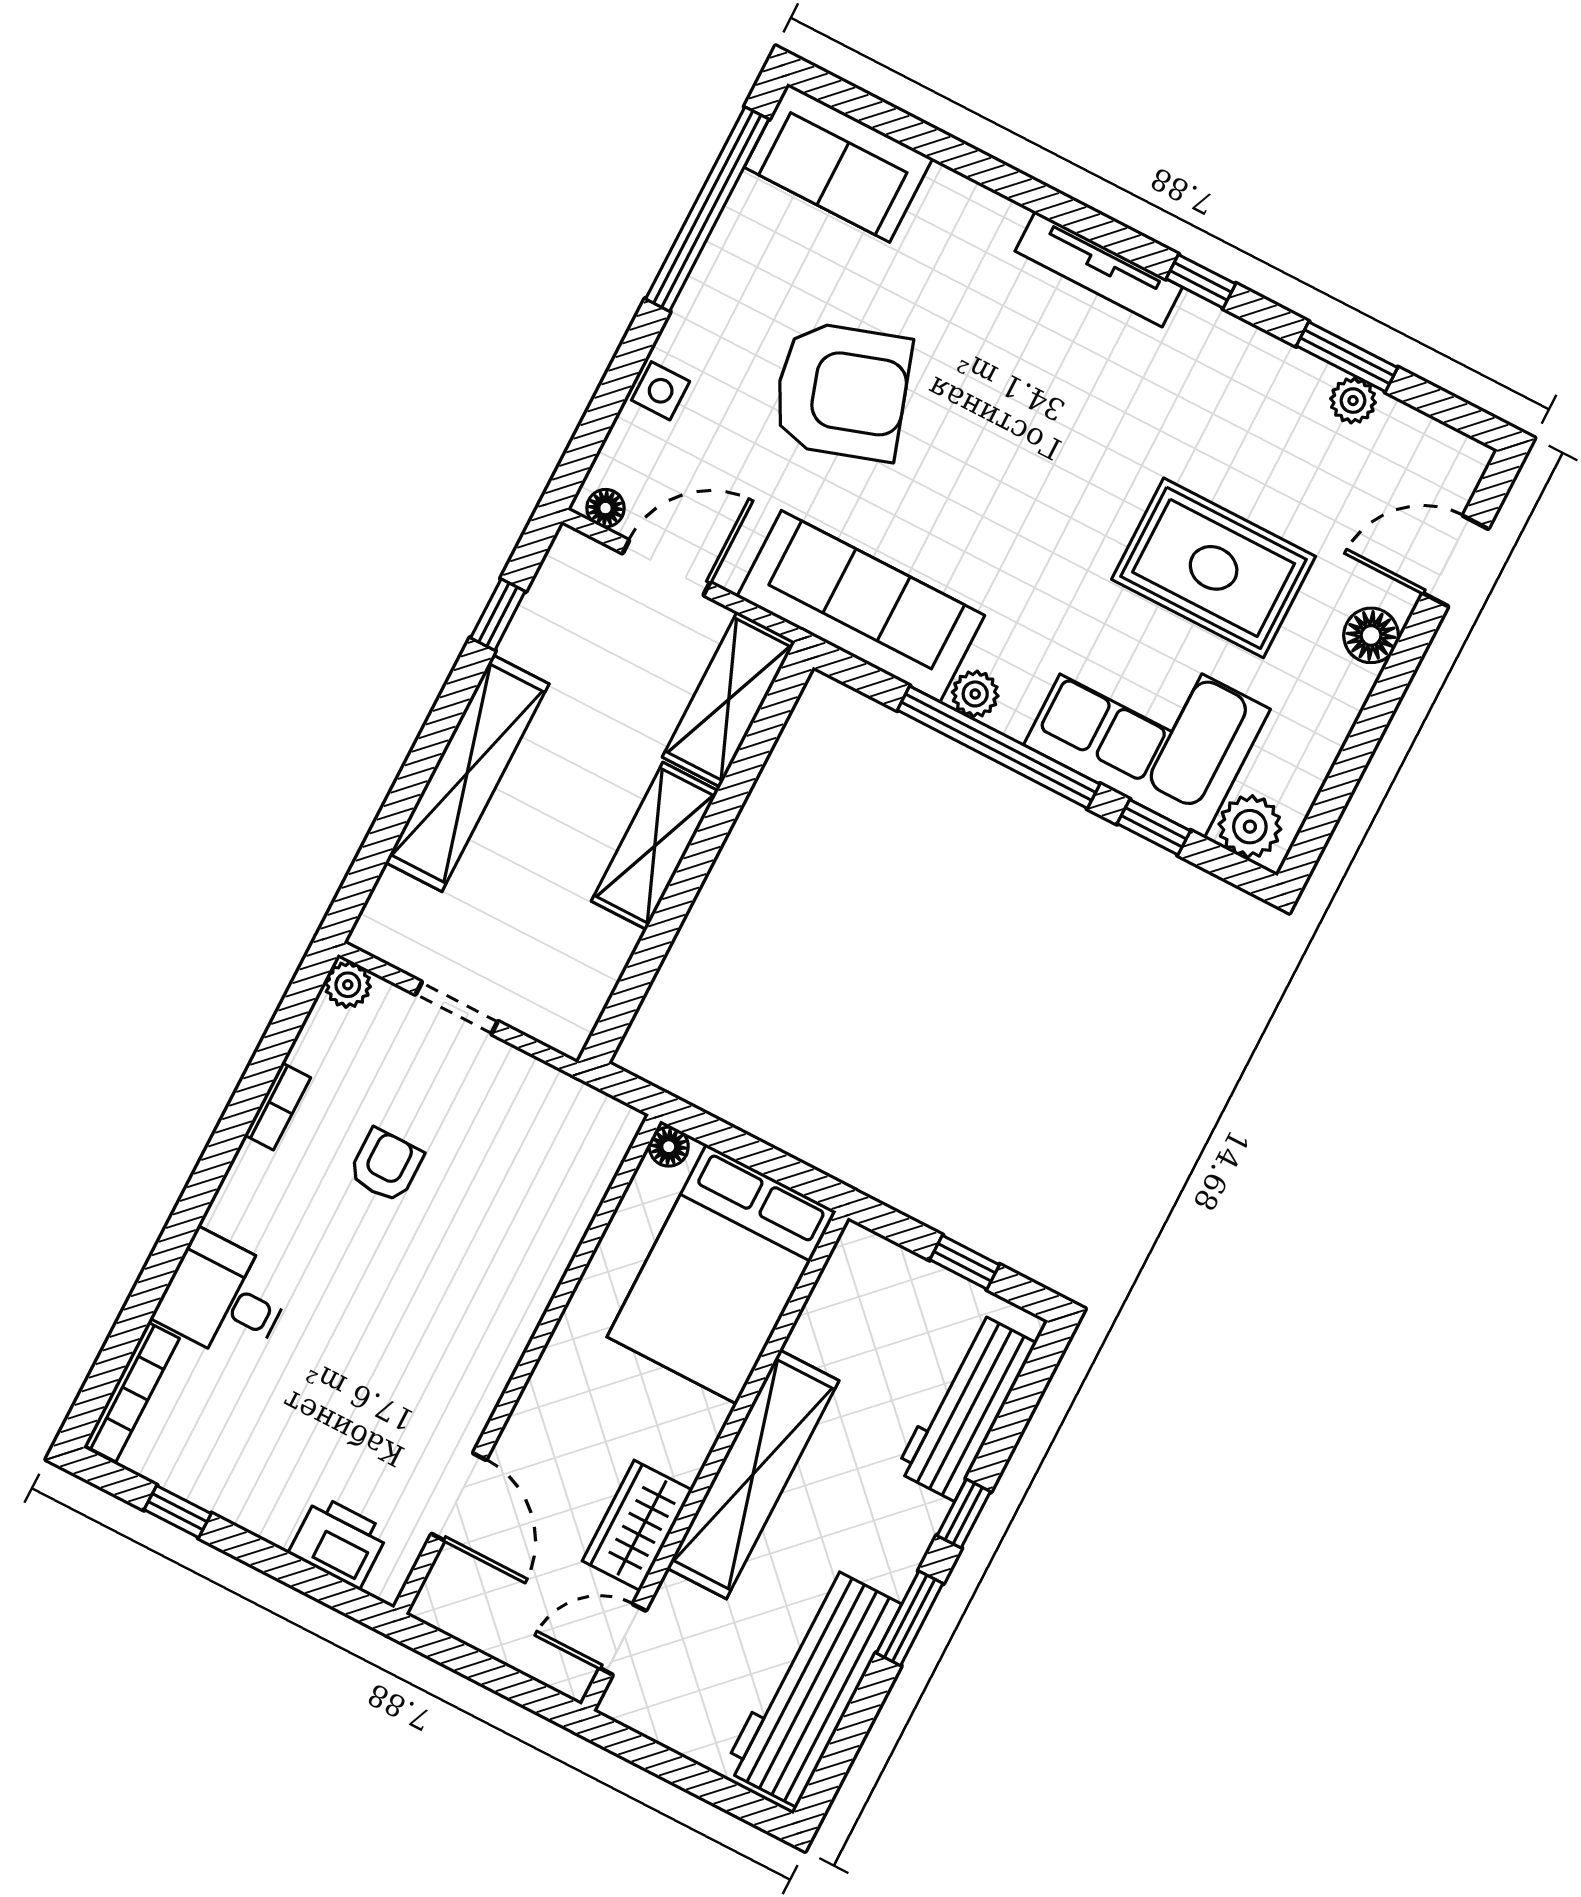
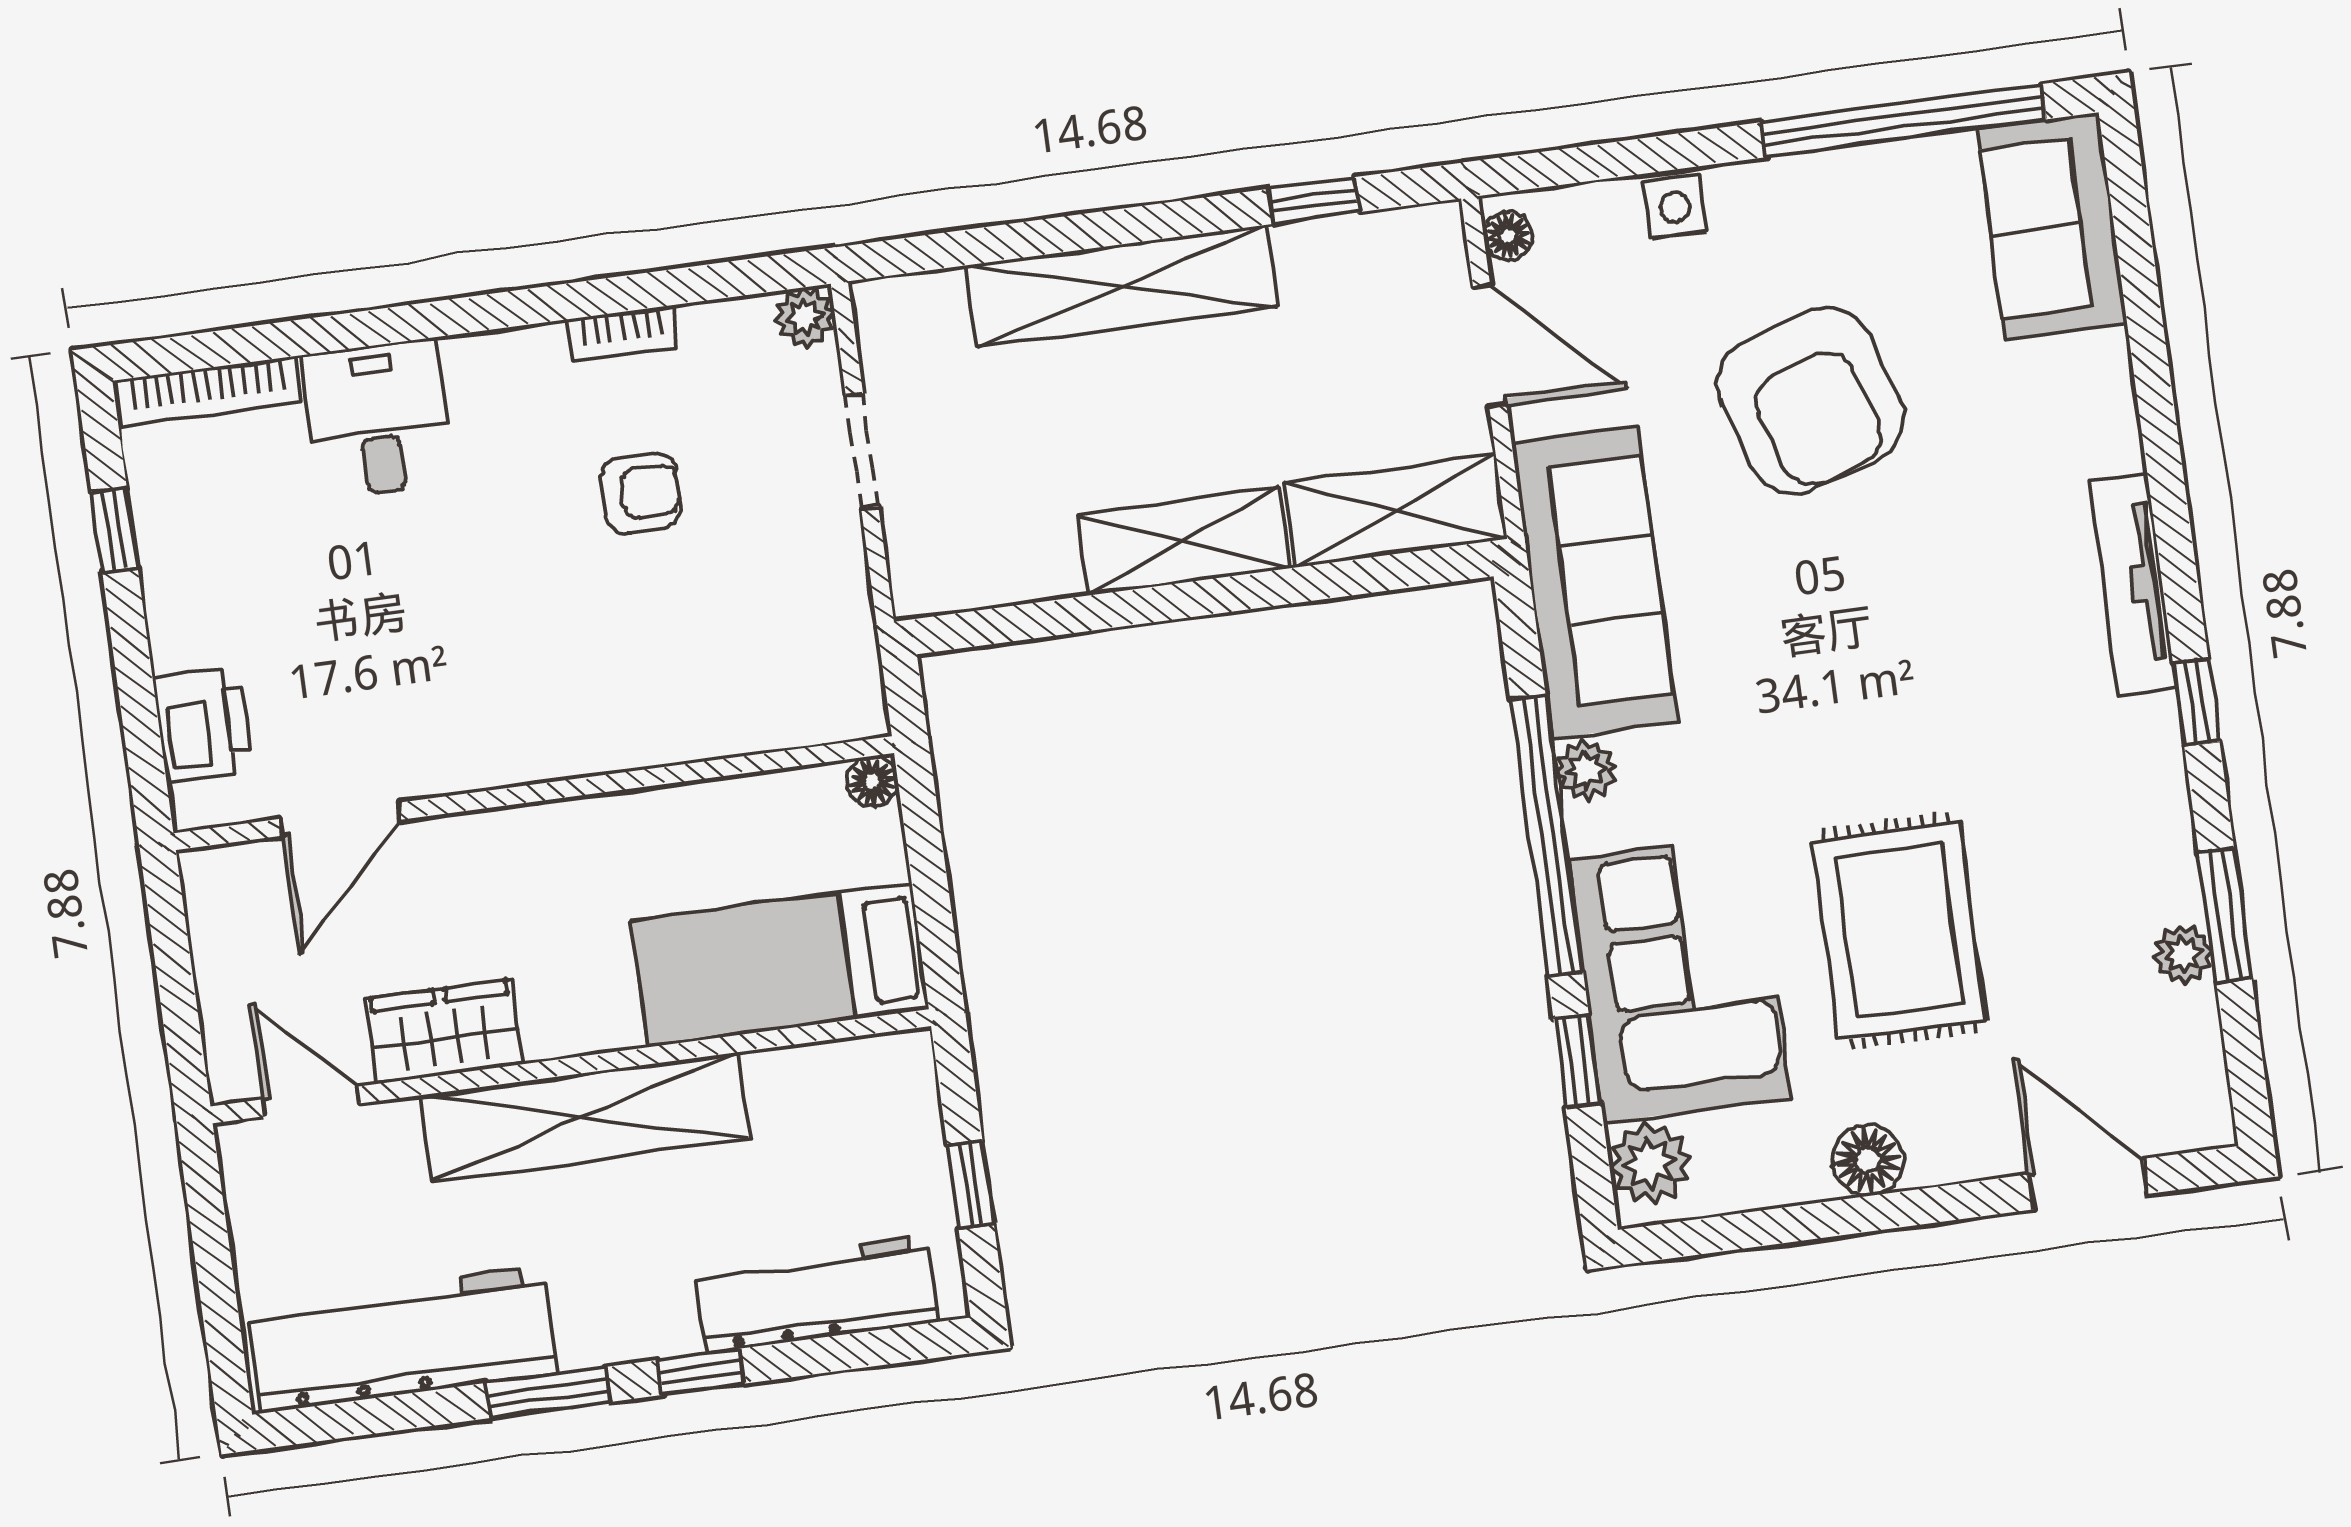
floor lamp: (1371, 635) -> (1868, 1160), moved
bed: (722, 1274) -> (780, 965), width x0.67

